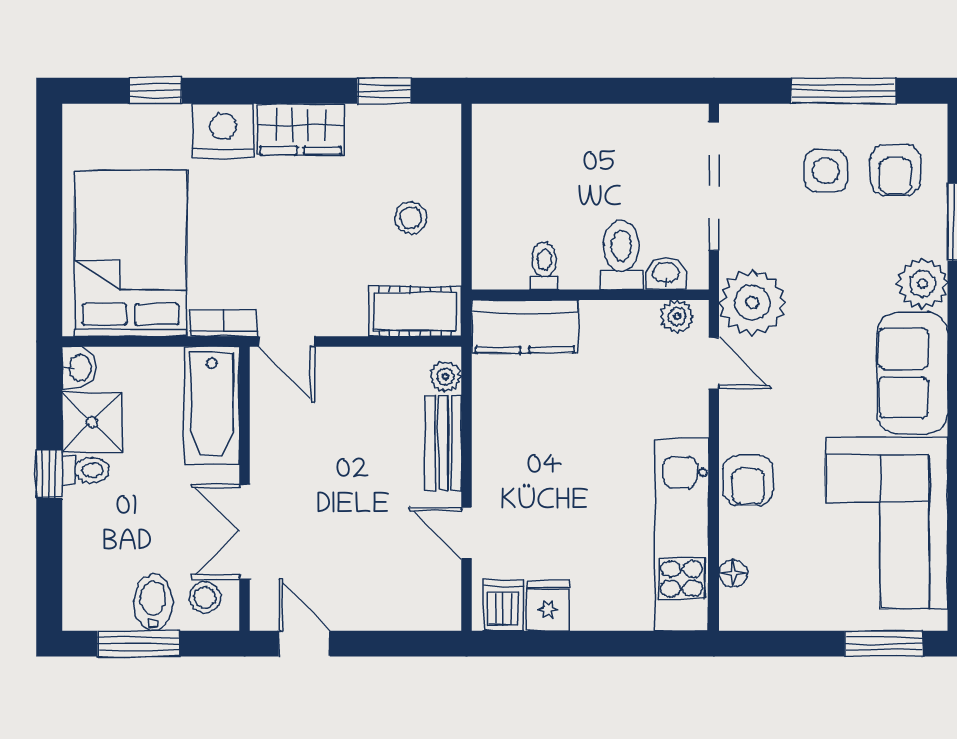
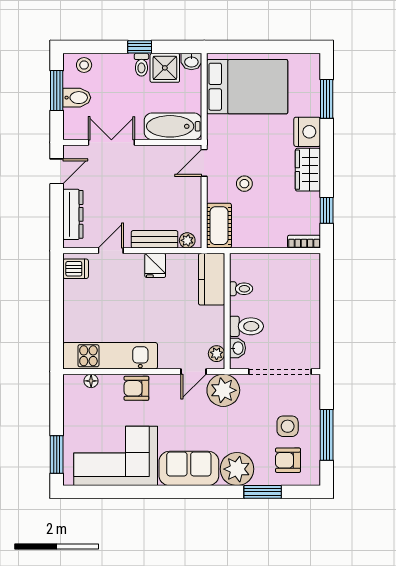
window: (155, 91) -> (327, 99), width x1.50
stool: (411, 218) -> (244, 184), moved
plant: (923, 284) -> (237, 469), width x1.36, depth x1.36
bookcase: (224, 323) -> (304, 242), moved, turned -90
stool: (205, 597) -> (84, 65), moved
fridge: (548, 606) -> (155, 265), moved, turned 90
dresser: (392, 611) -> (73, 214), added

